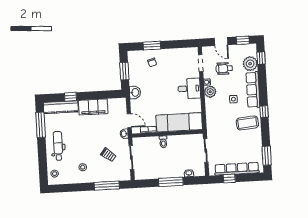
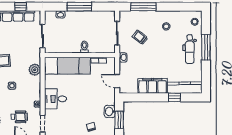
washbasin: (135, 92) -> (110, 111), moved
plant: (210, 92) -> (35, 70), moved
door: (129, 121) -> (117, 81), moved
window: (41, 125) -> (206, 47), moved

